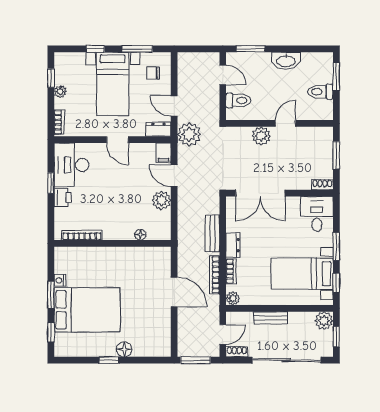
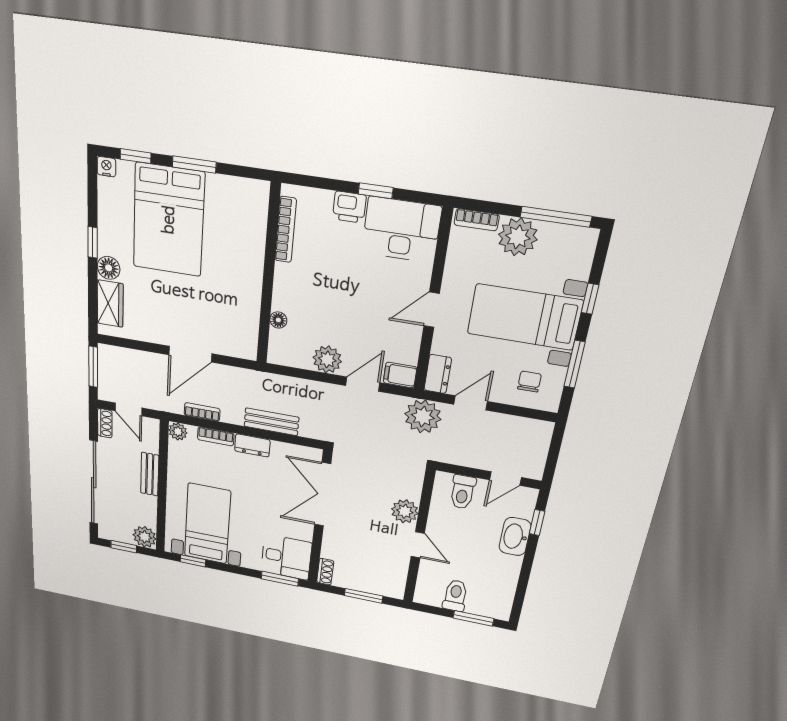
window: (251, 49) -> (537, 522), width x0.67
washbasin: (286, 61) -> (515, 537), moved
window: (51, 78) -> (556, 217), width x2.17
plant: (60, 92) -> (518, 237), width x1.88, depth x1.88
window: (336, 246) -> (280, 579), moved
bookcase: (215, 275) -> (202, 412), width x0.64
nightstand: (60, 280) -> (106, 167), moved
wardrobe: (148, 348) -> (110, 304), added

